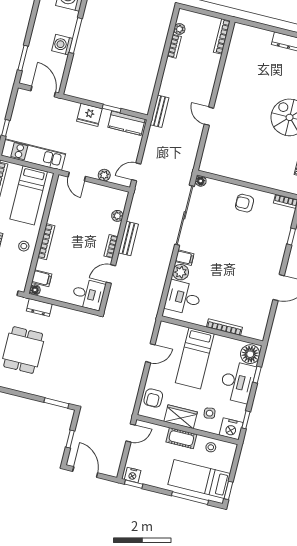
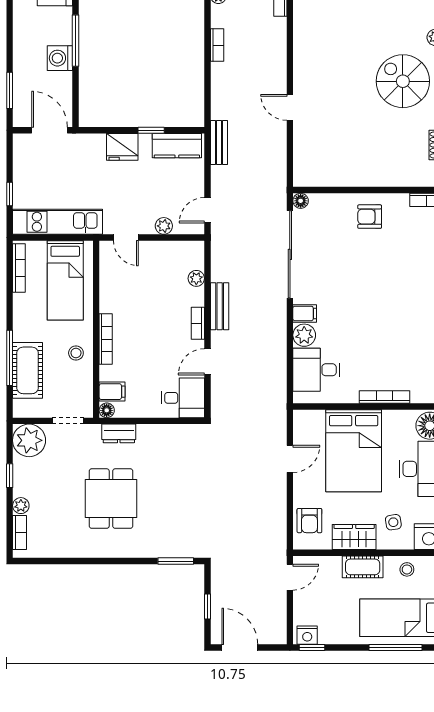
bookcase: (174, 46) -> (217, 45), moved
bench: (160, 111) -> (219, 143), moved
bed: (195, 358) -> (354, 451), width x1.50

